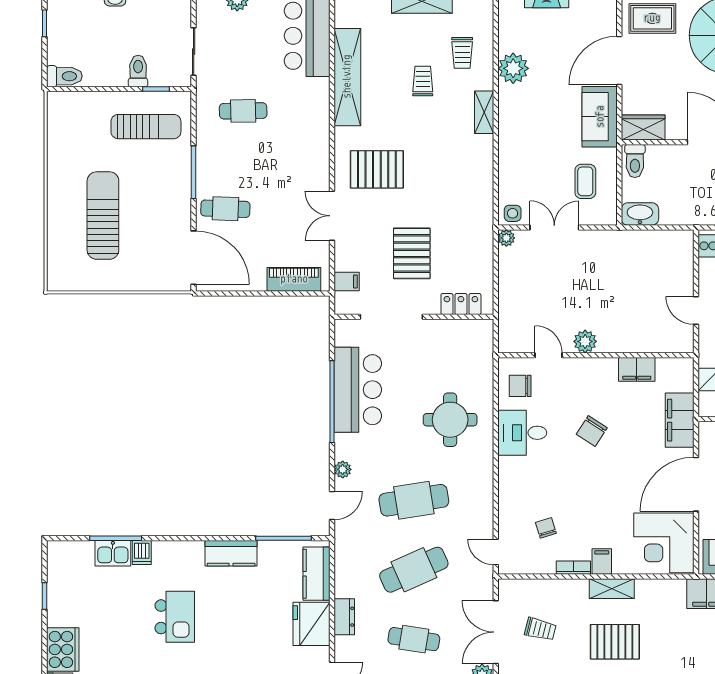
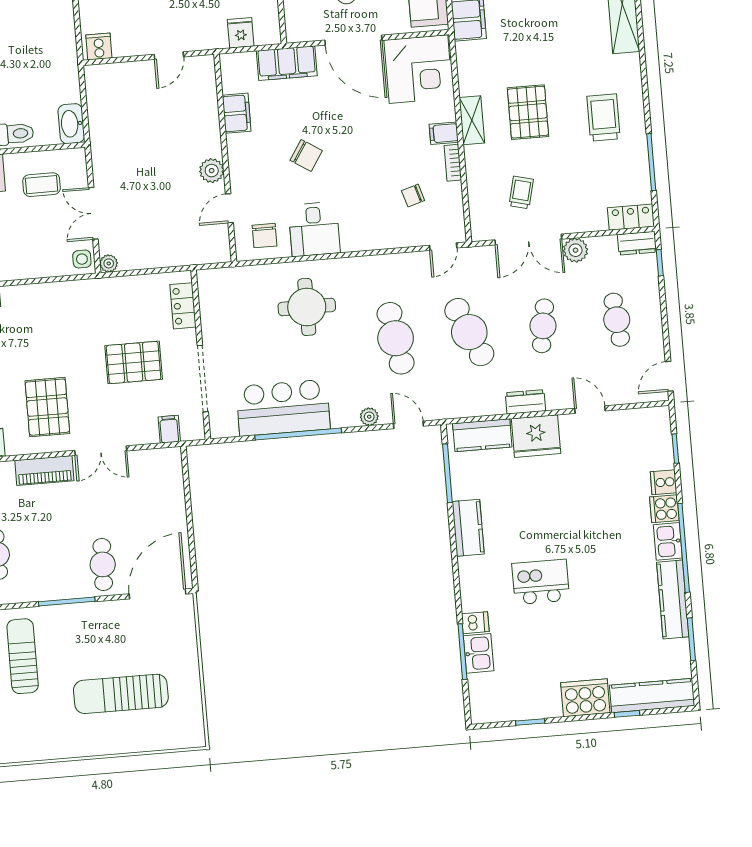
piano: (294, 279) -> (44, 471), moved, turned -90

